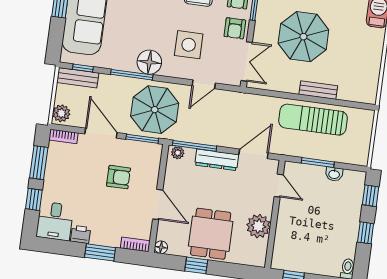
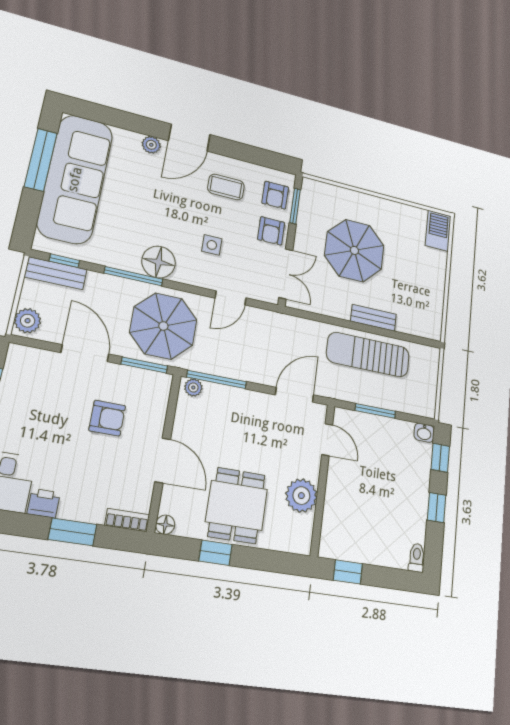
side table: (189, 45) -> (212, 245), width x0.54, depth x0.54
bookcase: (63, 136) -> (28, 354), removed
dresser: (217, 160) -> (246, 400), removed
washbasin: (334, 174) -> (424, 433), moved

